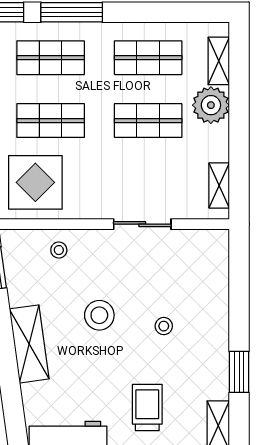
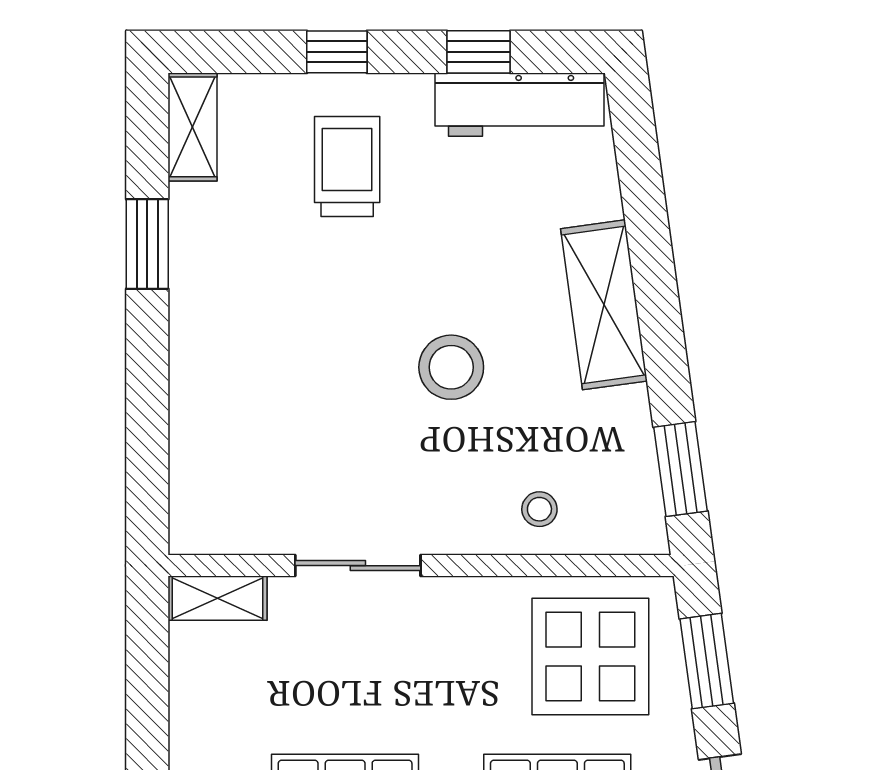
shelving: (219, 185) -> (218, 598), moved, turned 90
stool: (164, 326) -> (311, 344), removed
trolley: (147, 407) -> (347, 166), turned 180

